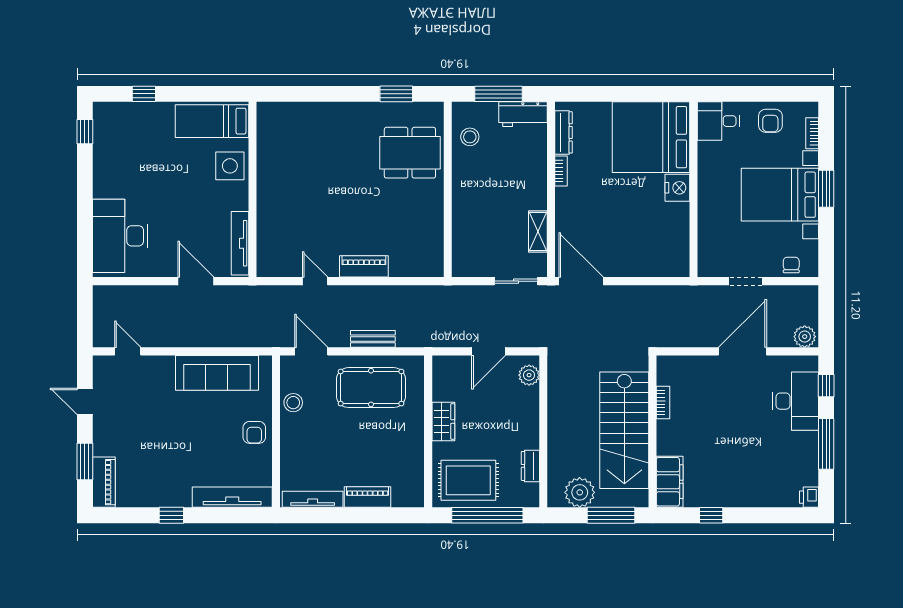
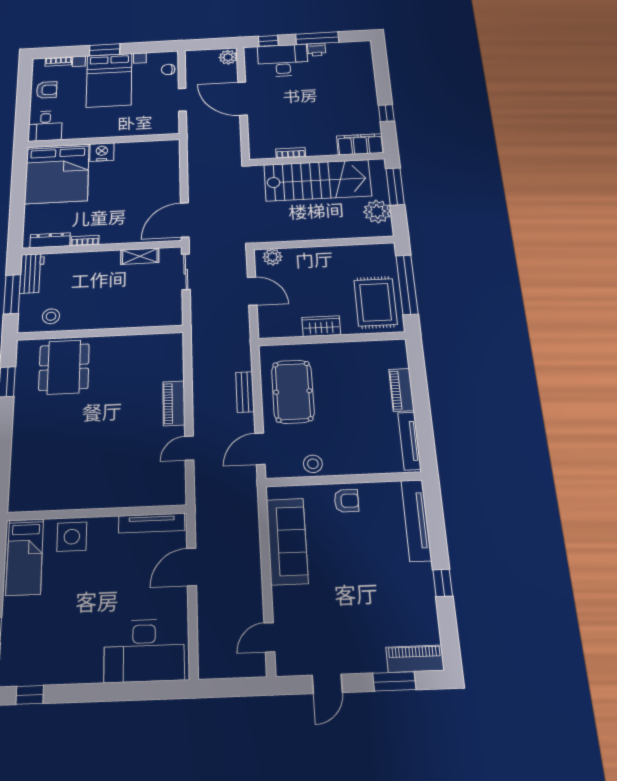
dresser: (530, 466) -> (357, 252), removed
printer: (809, 497) -> (317, 50), moved

